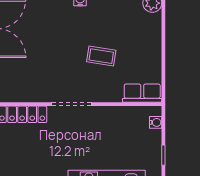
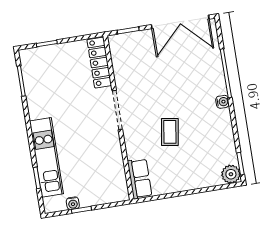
water cooler: (156, 122) -> (73, 203), moved

